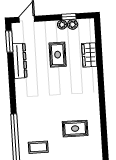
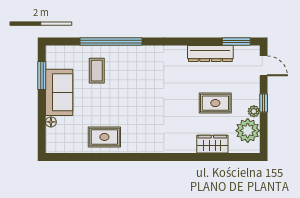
window: (69, 17) -> (264, 103), moved
plant: (73, 24) -> (248, 131), width x1.88, depth x1.88
rug: (75, 129) -> (104, 137), moved, turned 90

